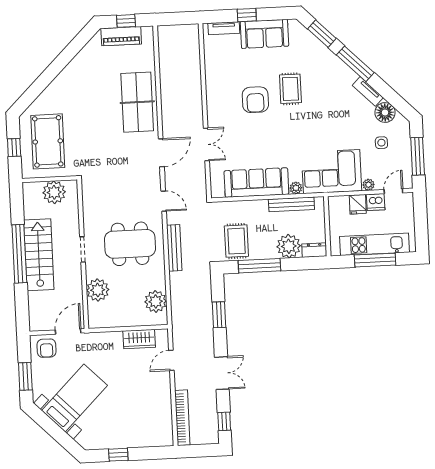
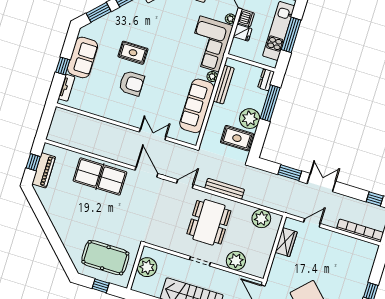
plant: (289, 246) -> (250, 119), moved
window: (259, 266) -> (270, 103), moved
door: (171, 360) -> (312, 223), swing flipped
double door: (222, 373) -> (321, 182), moved

